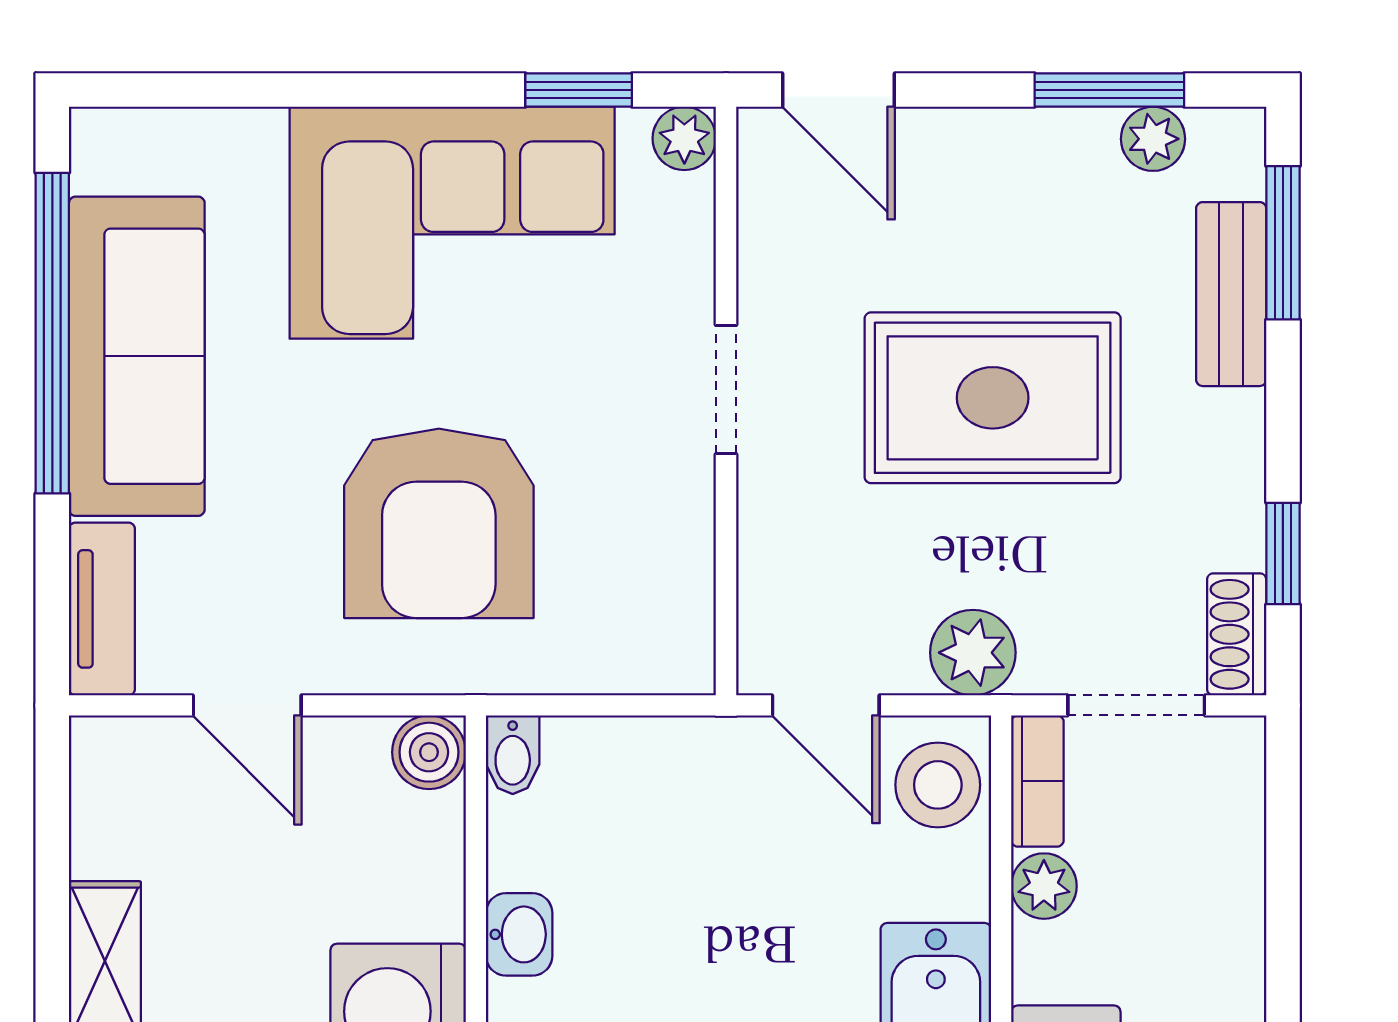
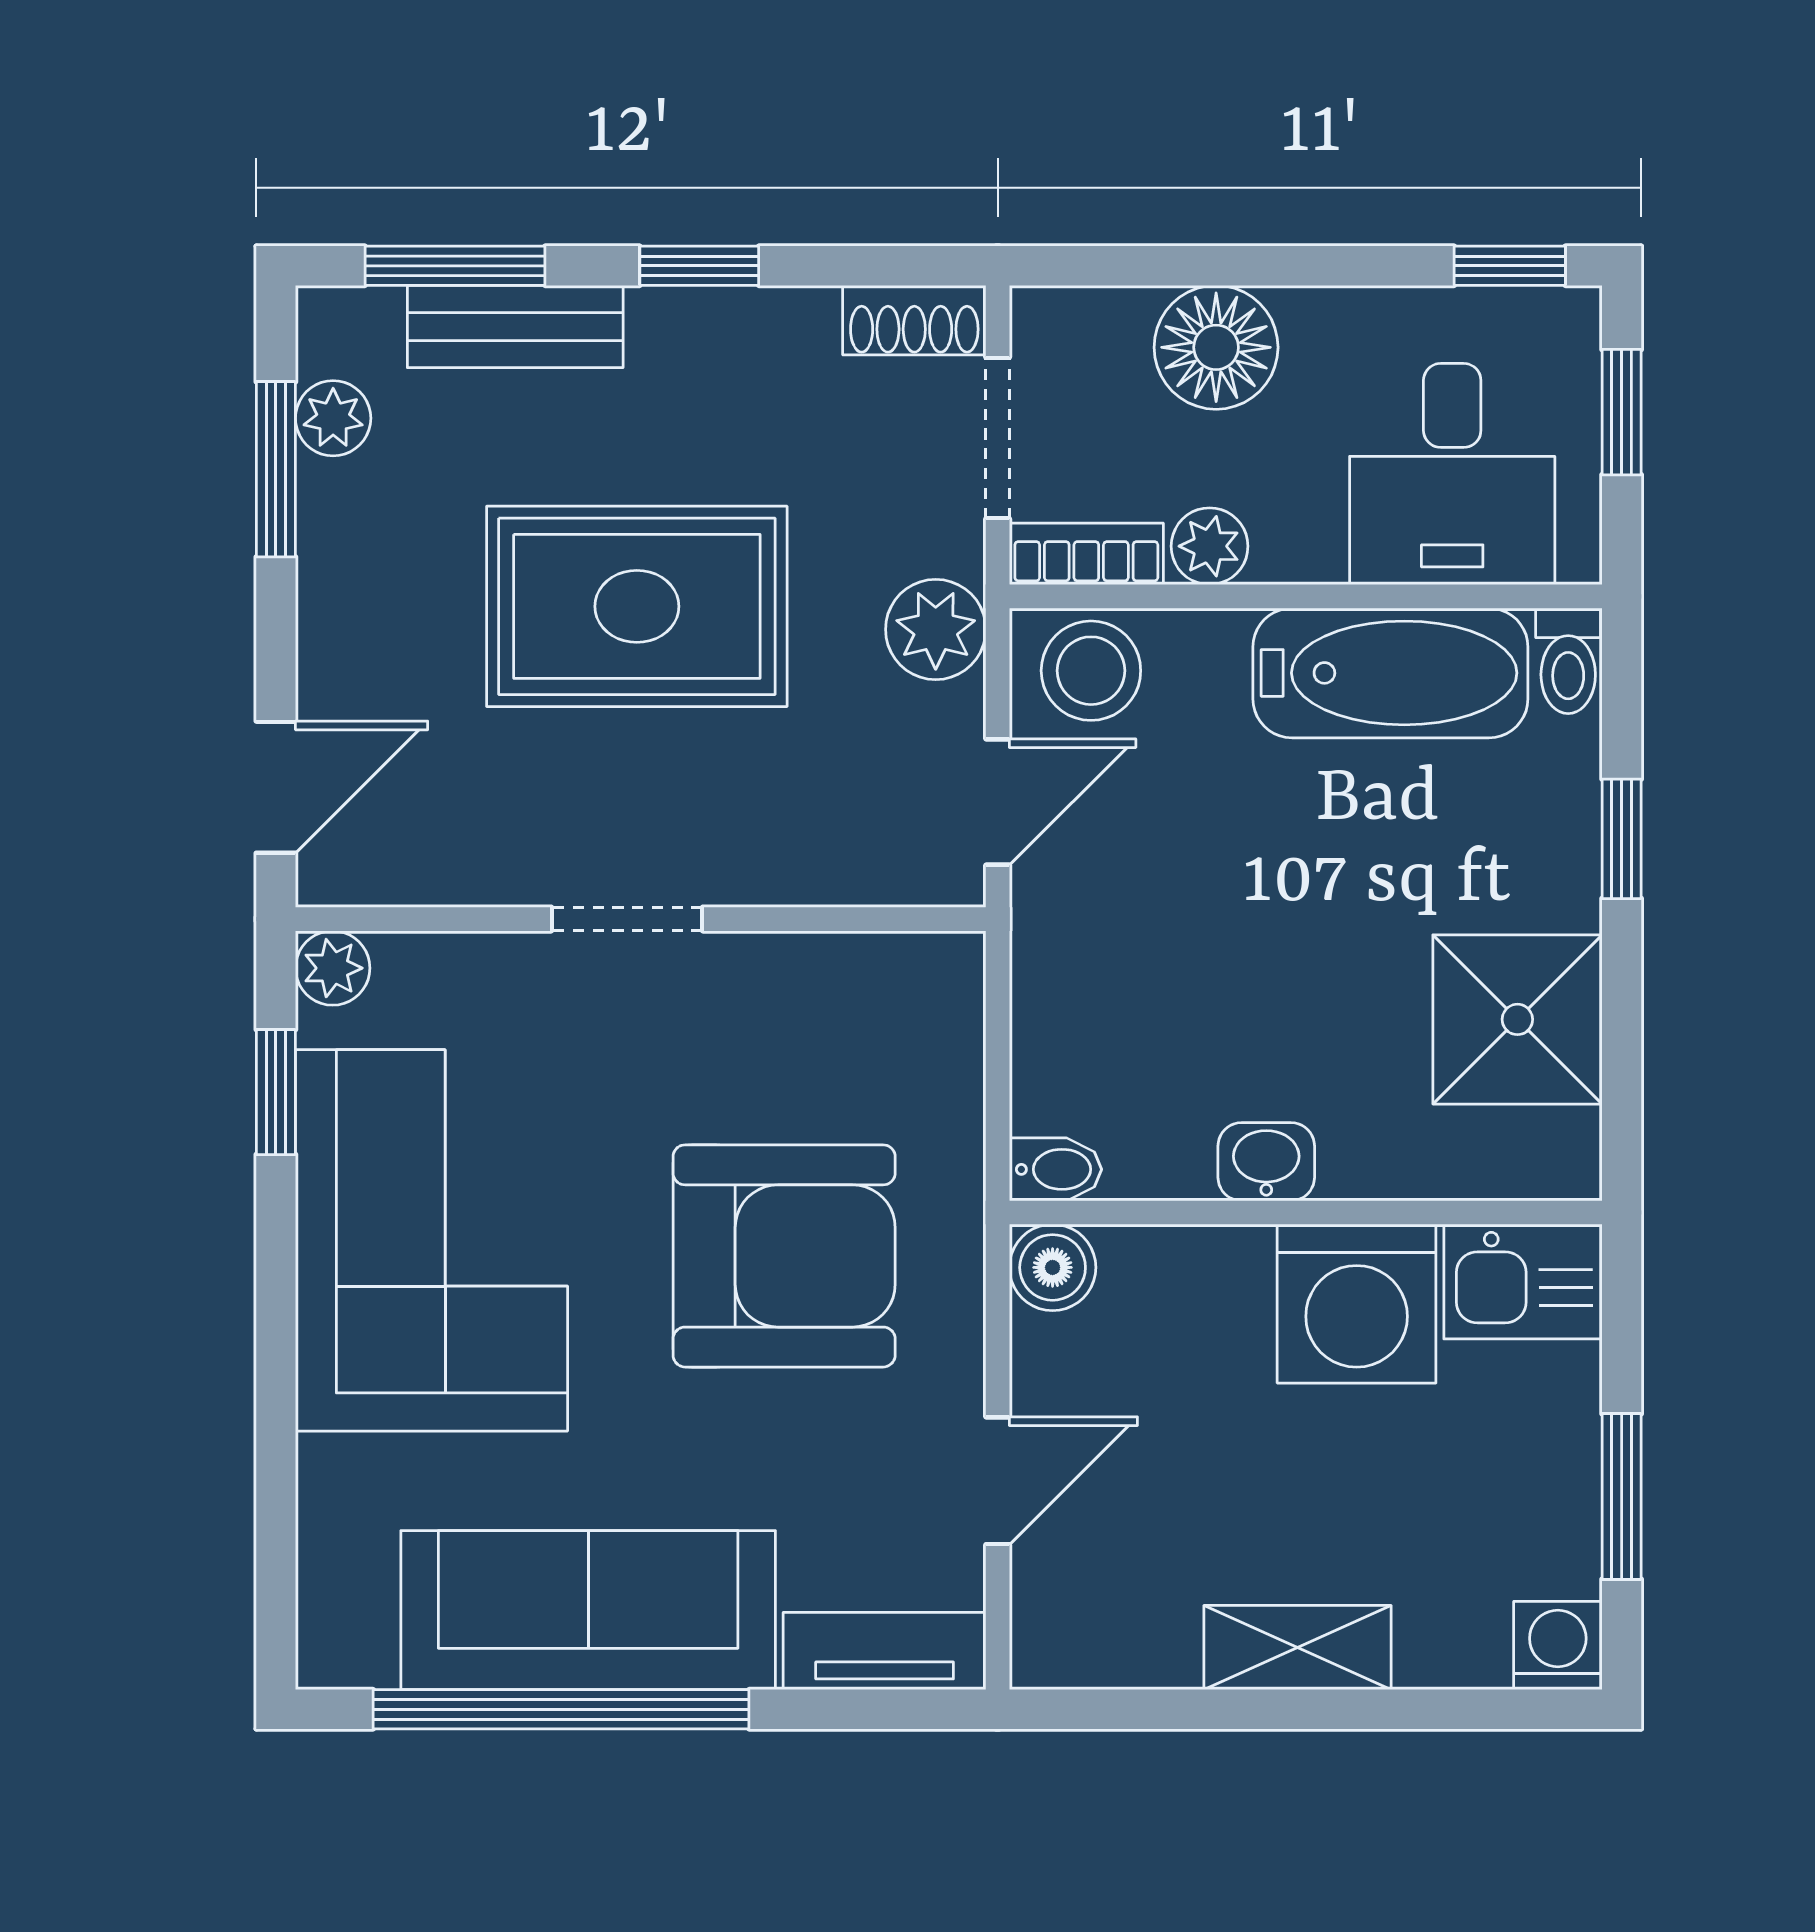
rug: (993, 398) -> (637, 606), turned 90
window: (1283, 554) -> (699, 266), moved
floor lamp: (1213, 892) -> (1216, 347), added

